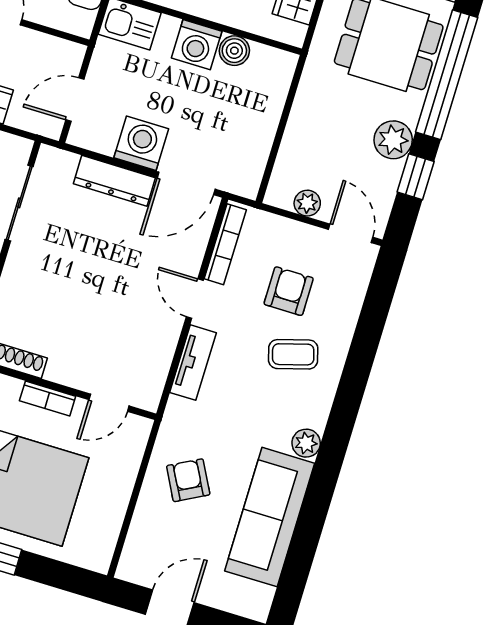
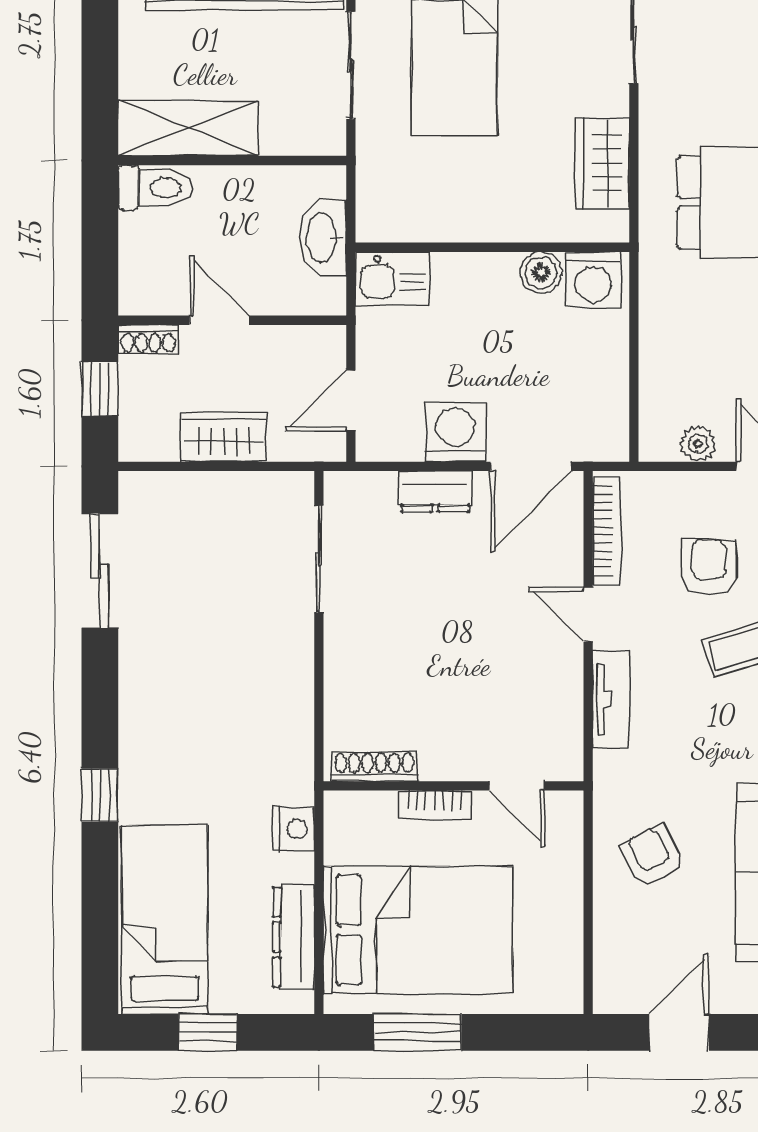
washing machine: (197, 45) -> (593, 280), moved
dresser: (114, 181) -> (435, 492), width x0.70
door: (109, 403) -> (517, 786), hinge flipped

